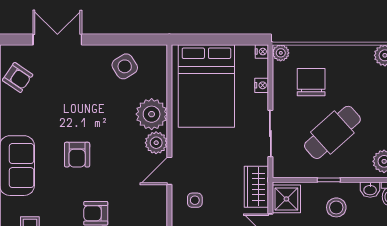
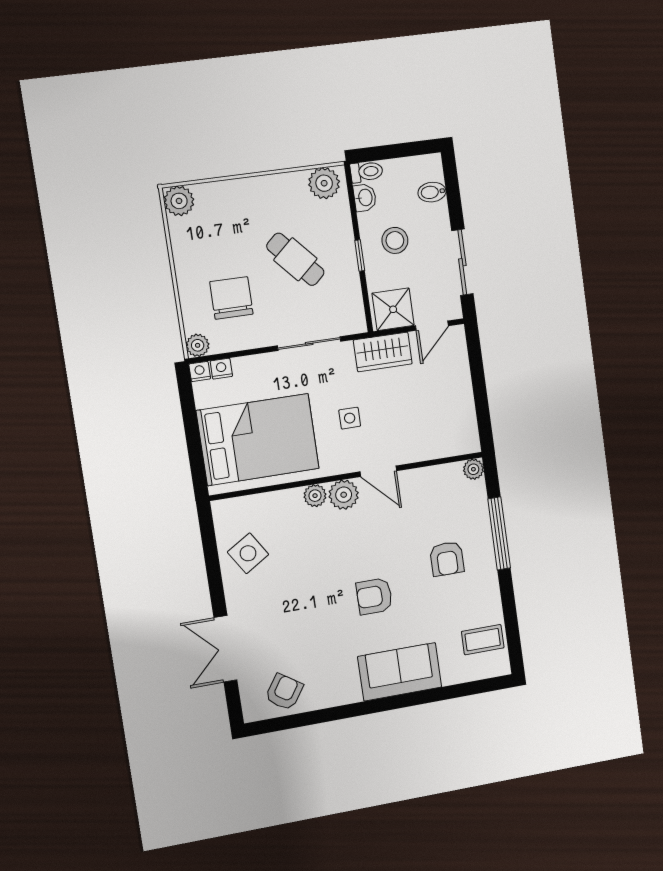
chair: (311, 82) -> (231, 298), turned 90
nightstand: (262, 85) -> (221, 369), moved
plant: (152, 114) -> (315, 496), width x0.53, depth x0.53
cafe table: (332, 132) -> (295, 259), width x0.73, depth x0.74
armchair: (77, 155) -> (374, 596), turned 180
side table: (195, 200) -> (350, 418), moved

